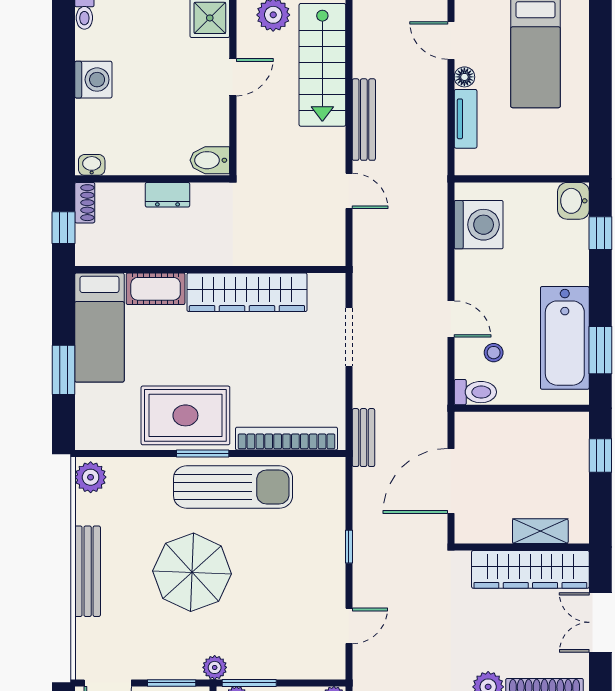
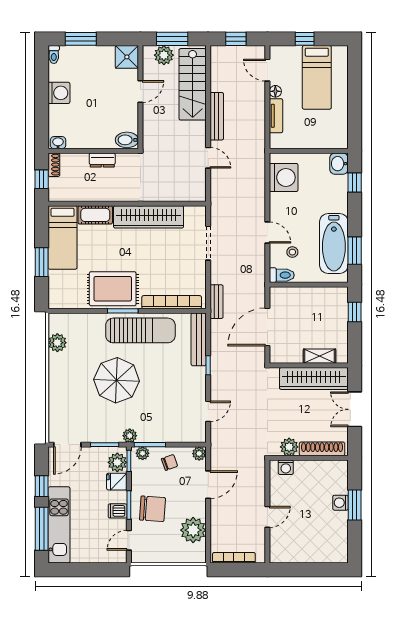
plant: (91, 477) -> (57, 343), moved
bench: (88, 571) -> (199, 339), moved

